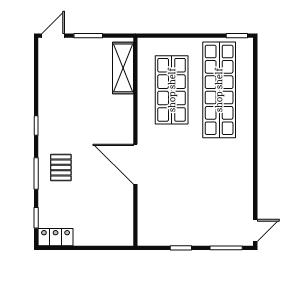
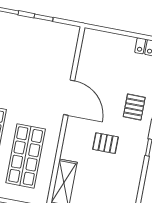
pallet: (85, 121) -> (106, 143), added

